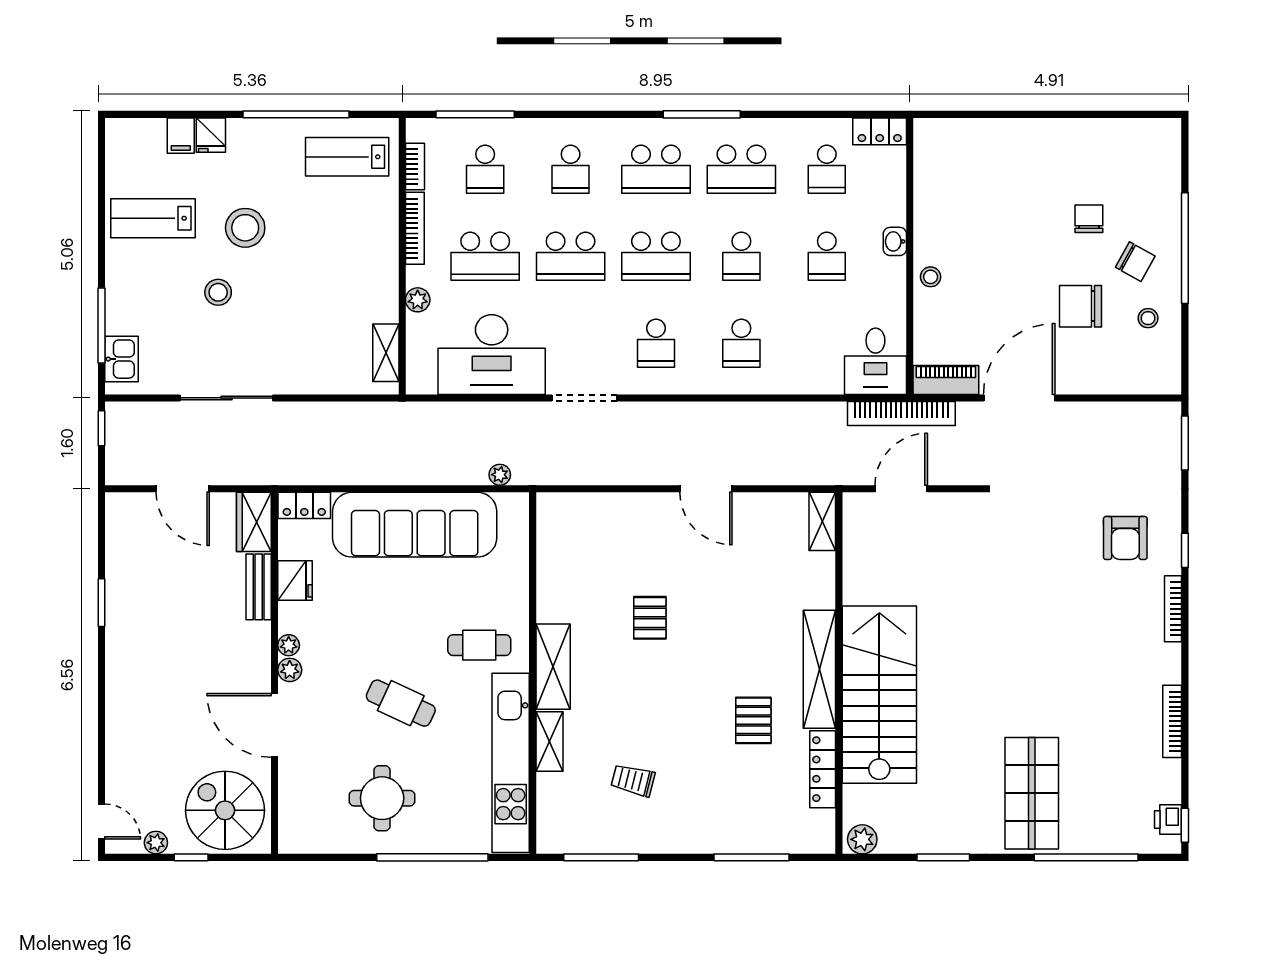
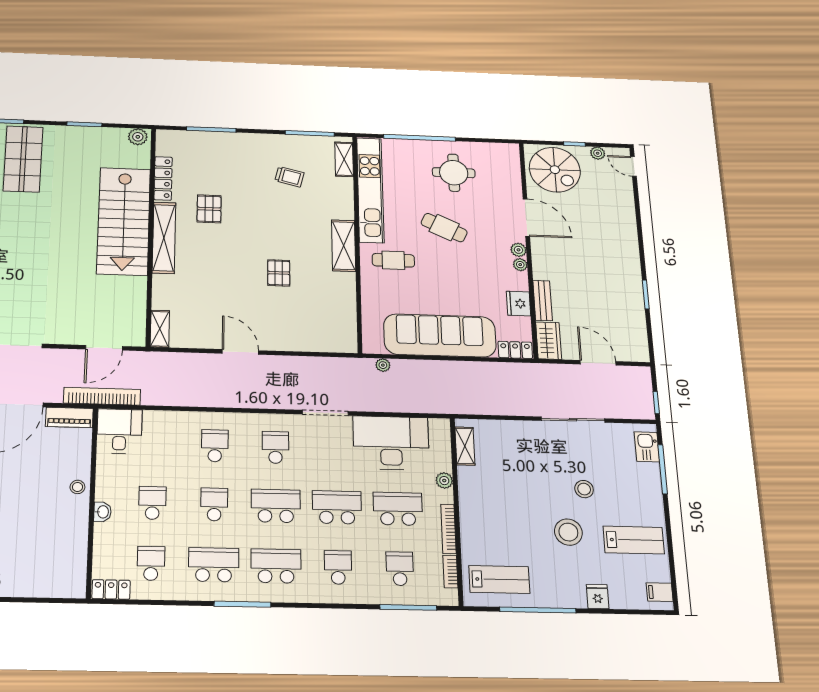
filing cabinet: (181, 136) -> (660, 592), moved, turned -90
shelving: (549, 742) -> (344, 159), moved

